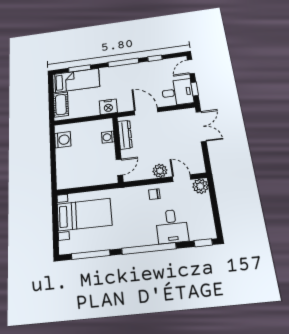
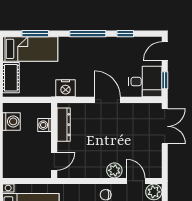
dresser: (125, 135) -> (64, 125), moved
washing machine: (108, 137) -> (45, 125), moved
wall: (118, 149) -> (54, 140), moved
door: (119, 167) -> (54, 161), moved

